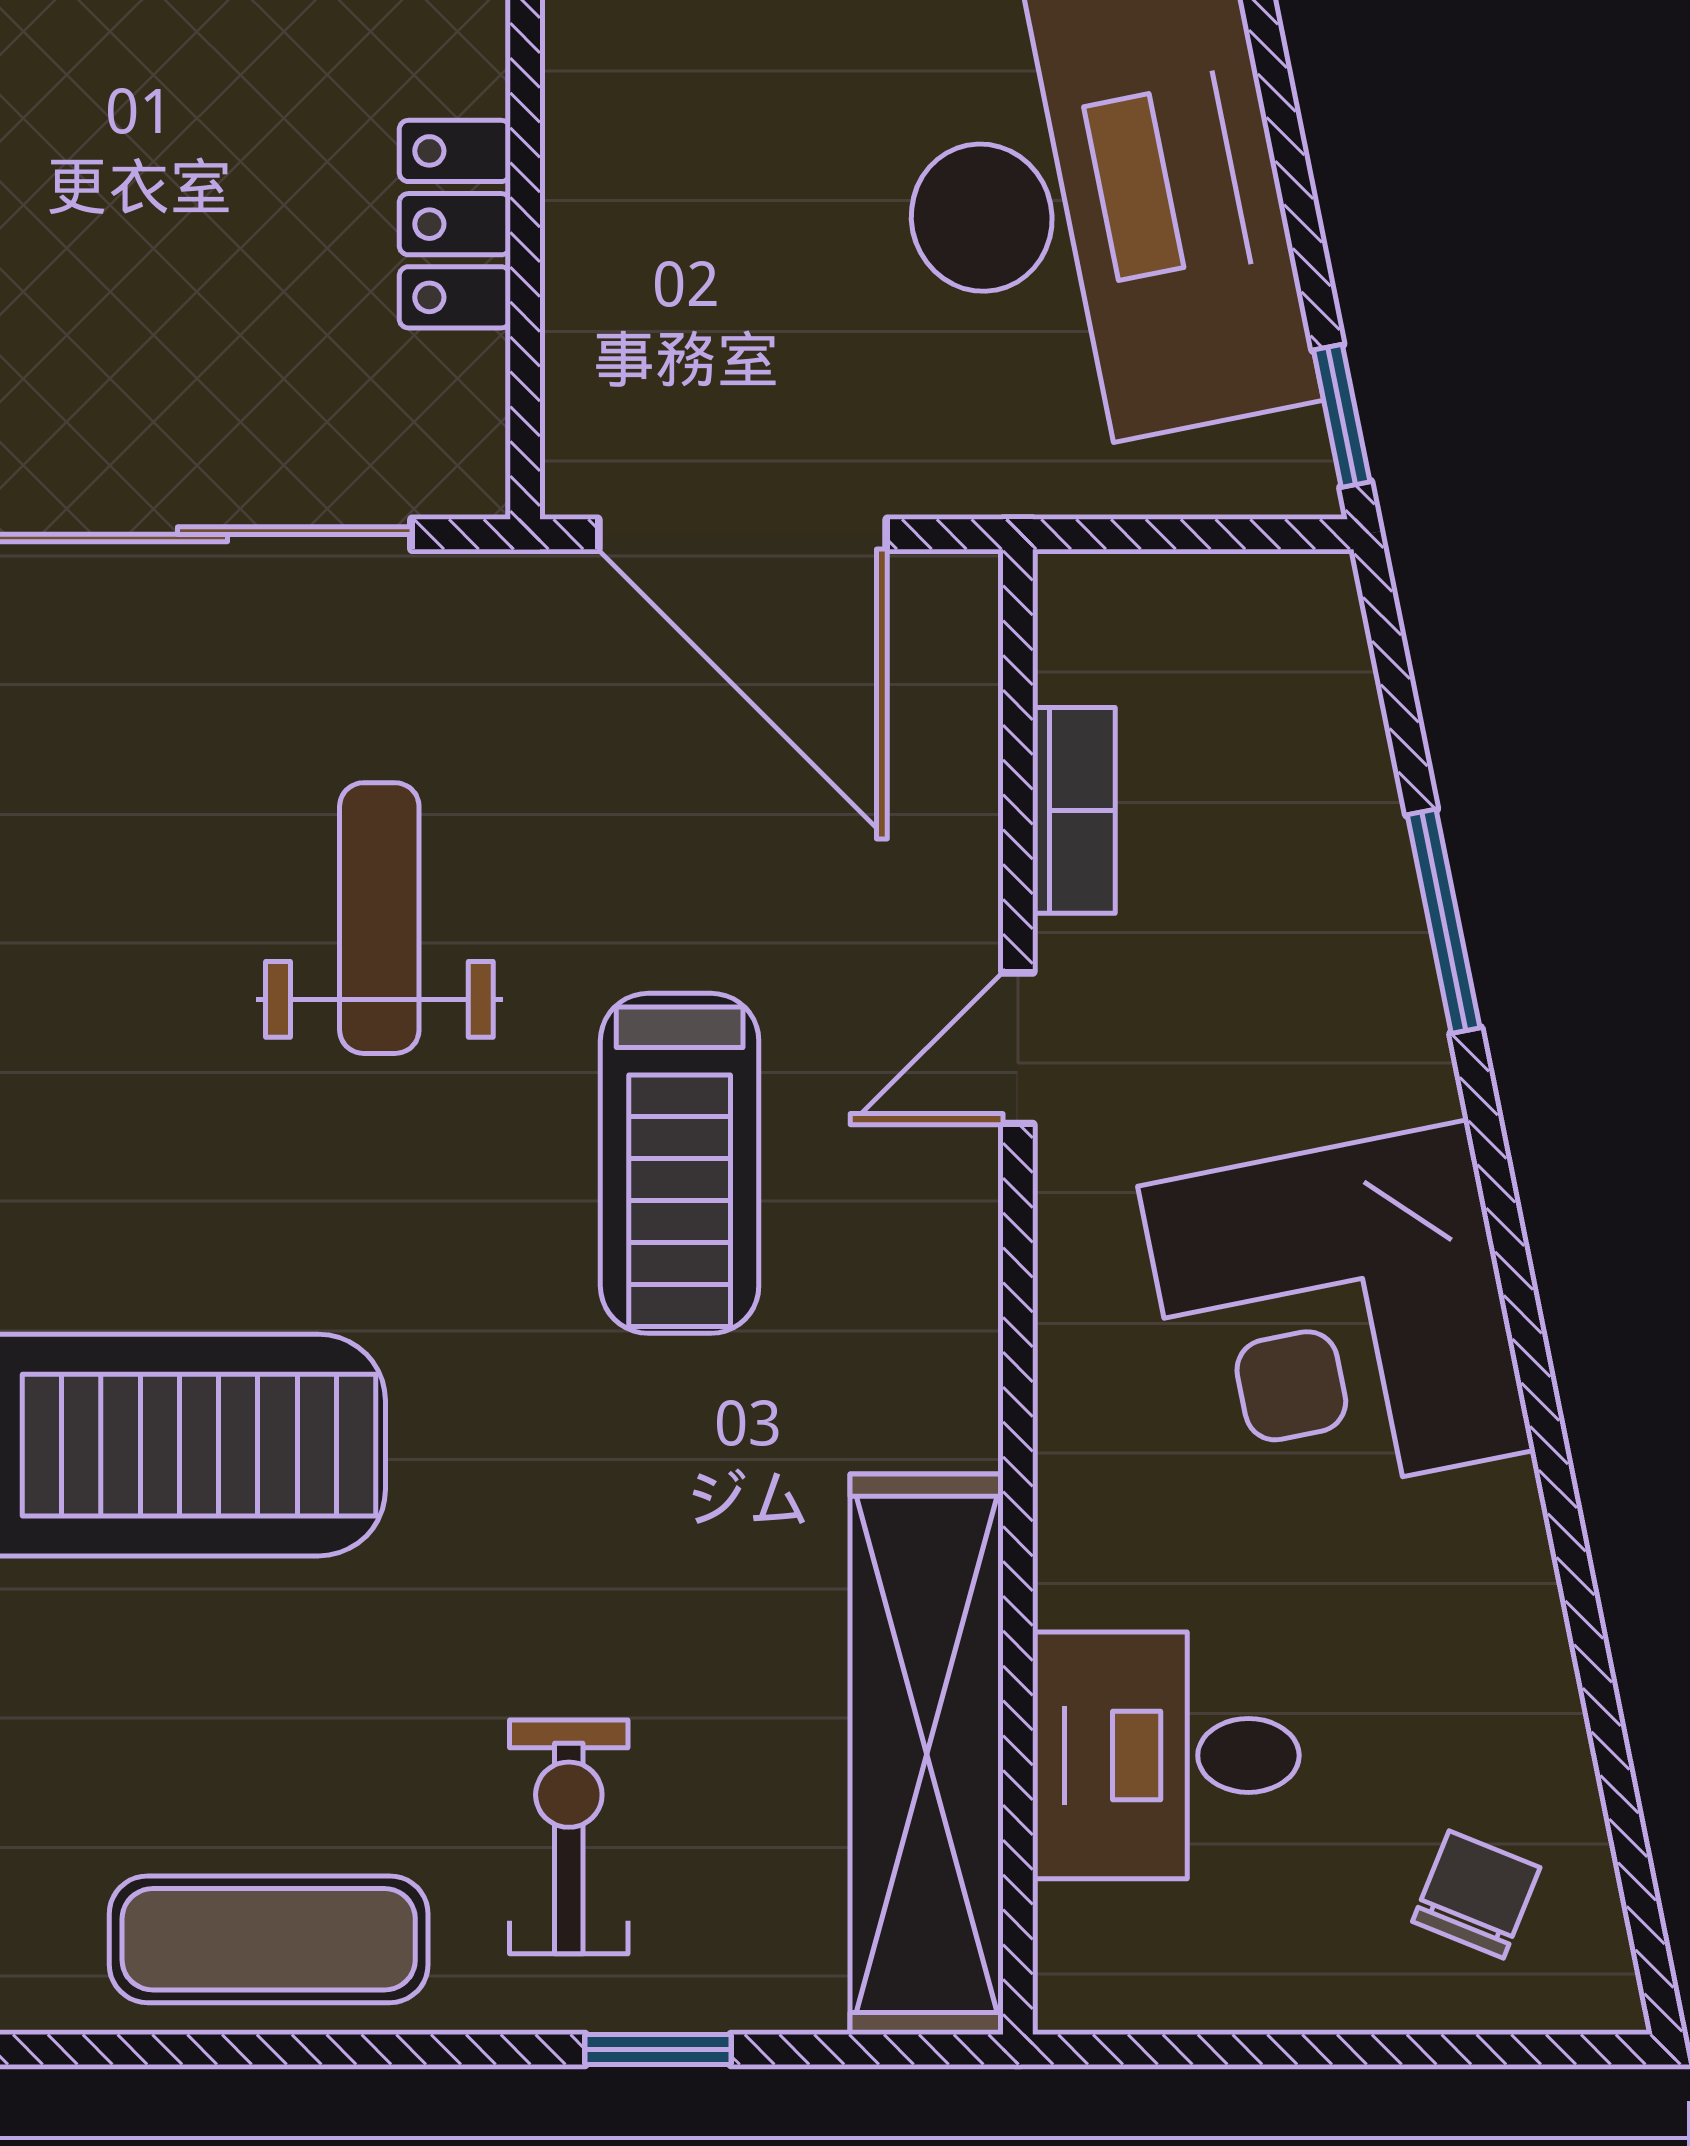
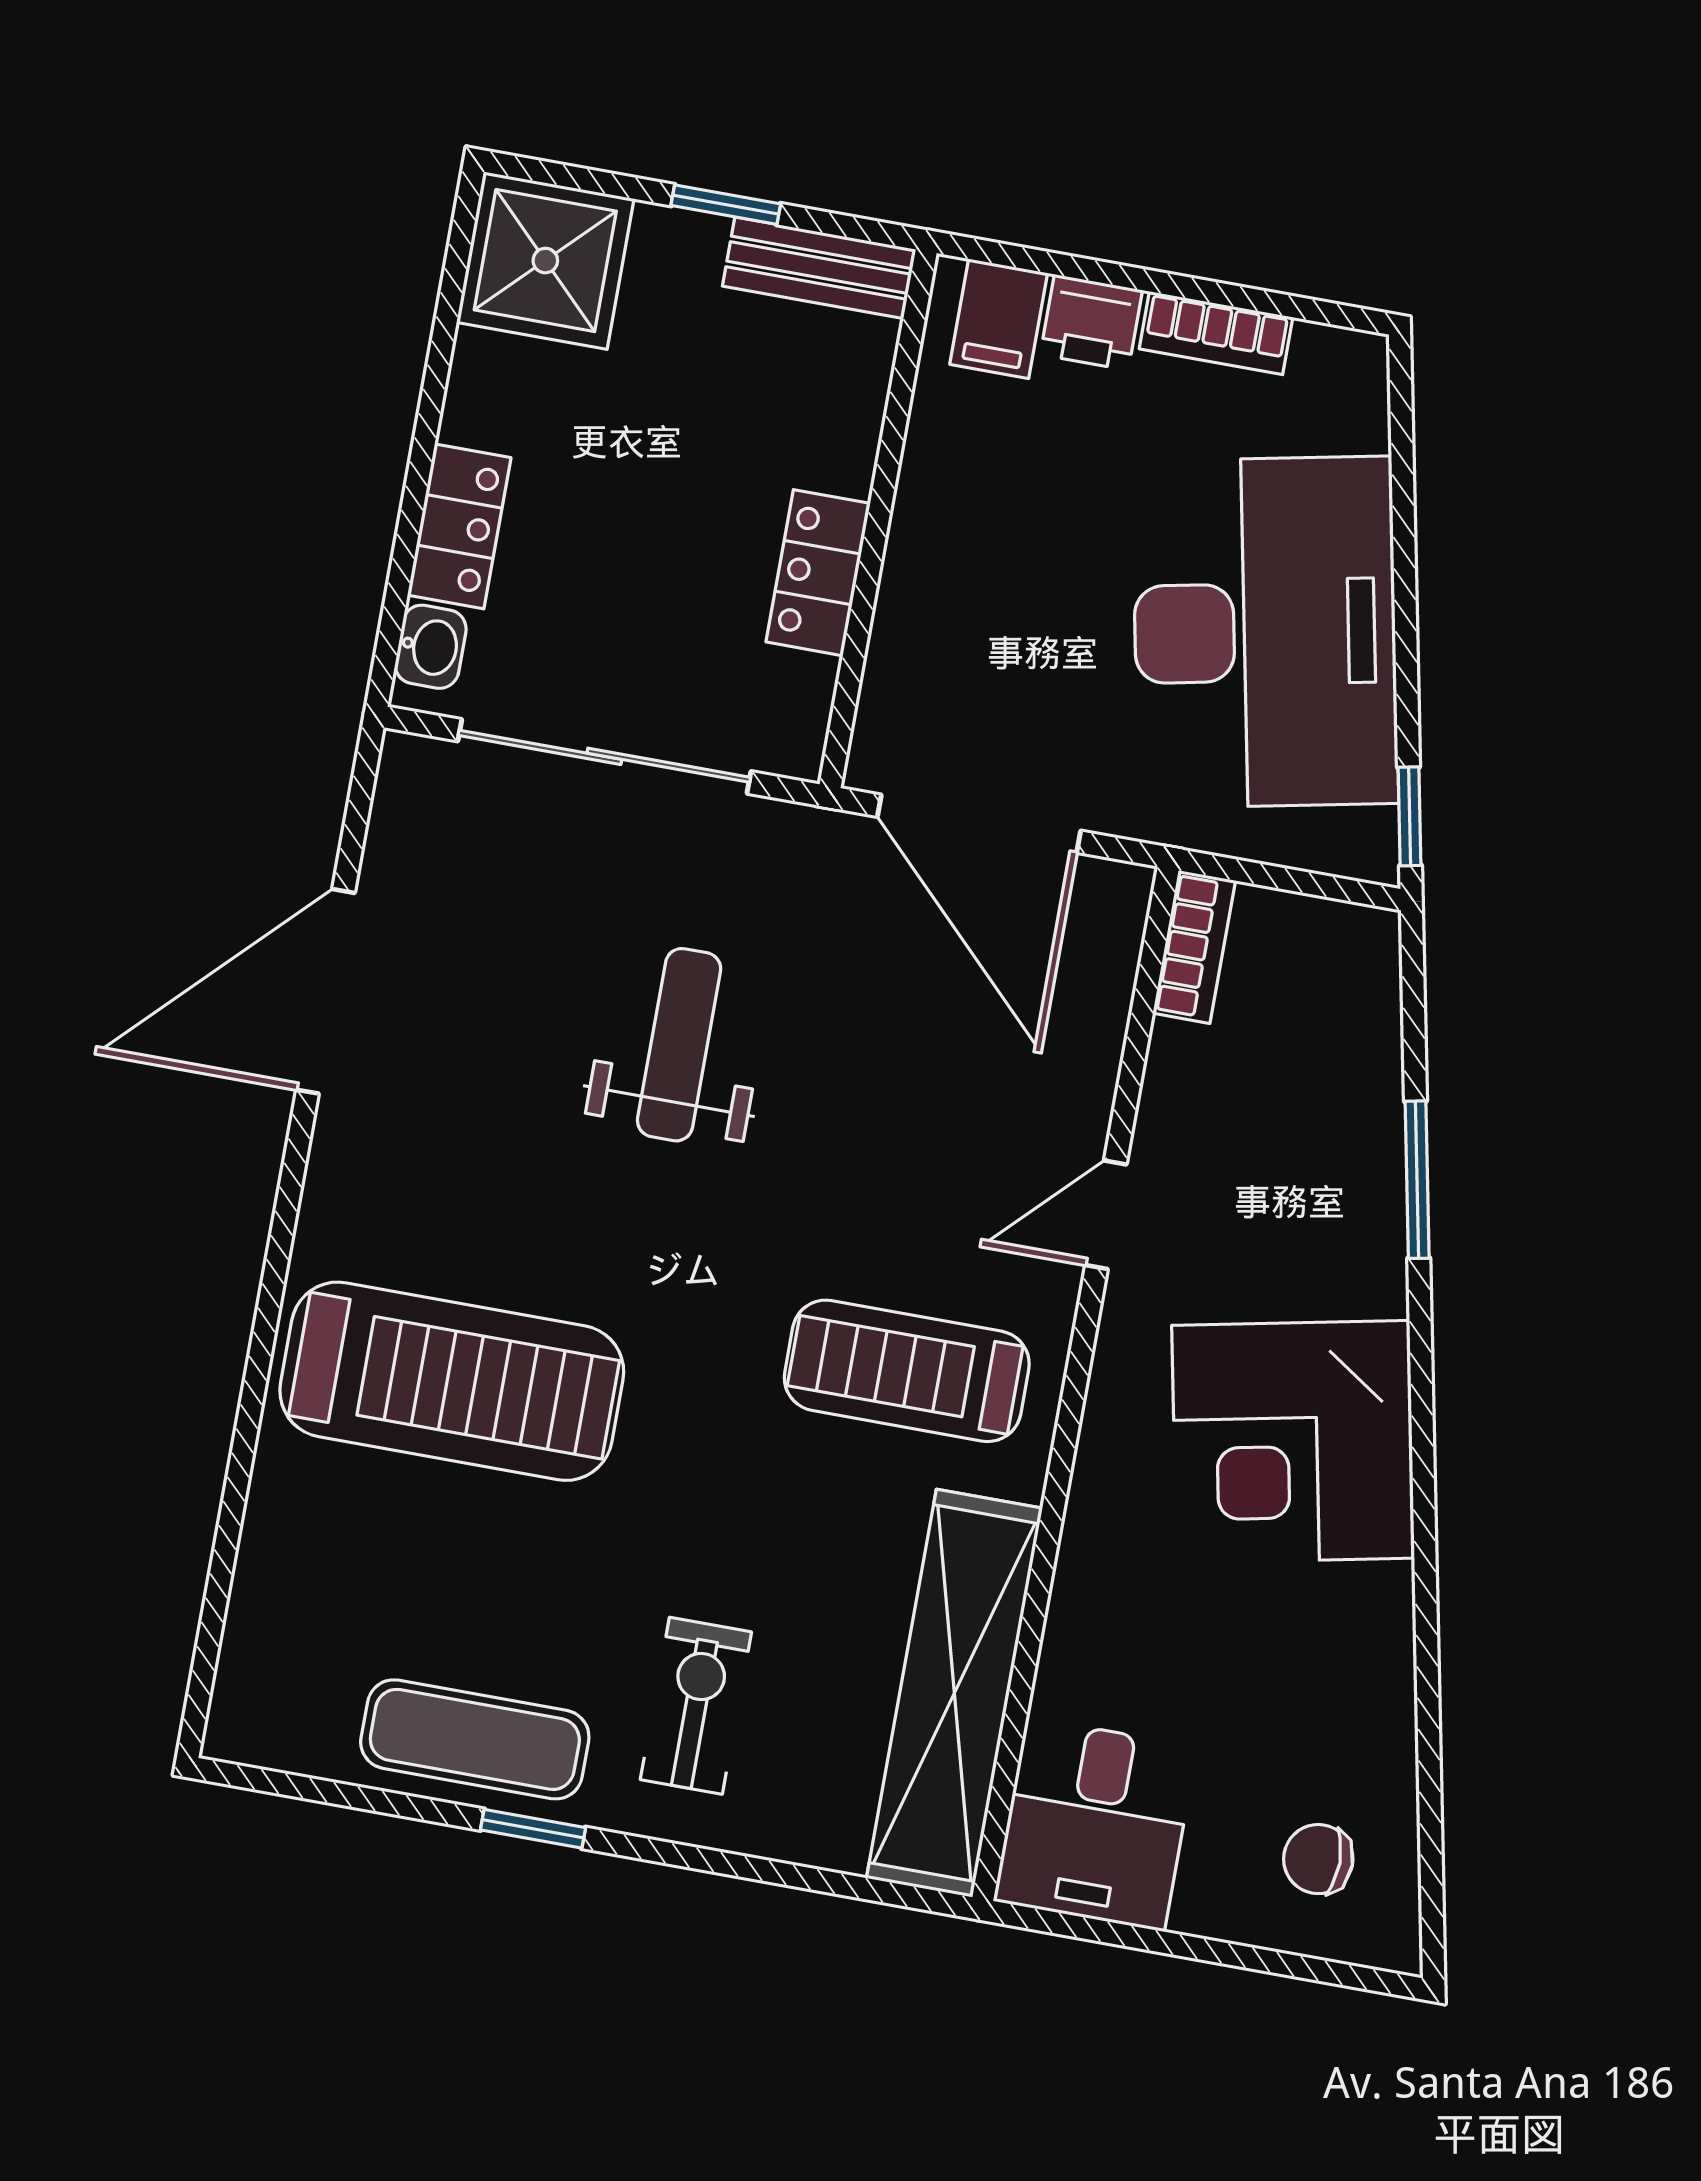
bookcase: (1074, 810) -> (1194, 947), moved
treadmill: (680, 1163) -> (907, 1371), moved, turned 90
desk: (1166, 1755) -> (1095, 1824), moved, turned -90
chair: (1476, 1894) -> (1318, 1859), turned -112
window: (658, 2050) -> (533, 1829), moved

